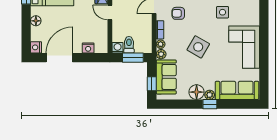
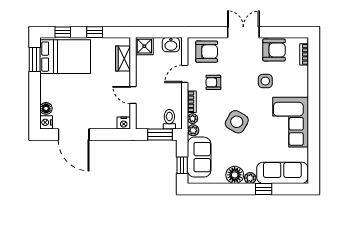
door: (110, 12) -> (133, 95), moved
floor lamp: (36, 21) -> (46, 108), moved
toilet: (129, 45) -> (169, 119), moved
nightstand: (88, 48) -> (124, 123), moved
washing machine: (118, 48) -> (142, 123), removed
door: (59, 58) -> (74, 134), swing flipped
window: (210, 104) -> (264, 189), moved

